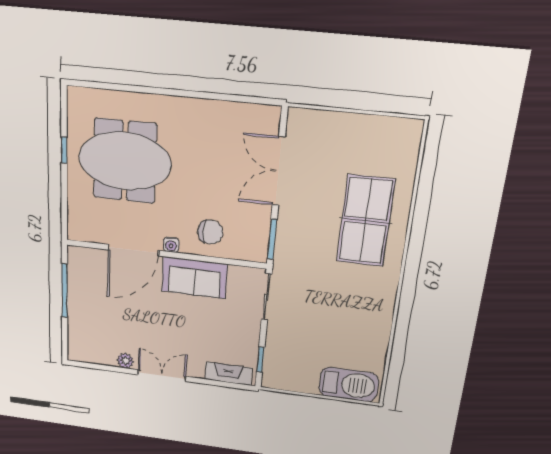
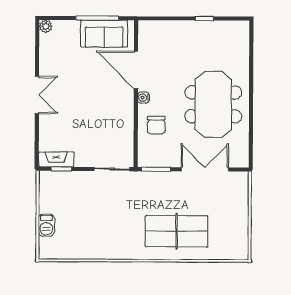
meeting table: (125, 161) -> (213, 104), moved
sofa: (194, 278) -> (104, 34), moved, turned -90
plant: (125, 361) -> (46, 26), moved
fireplace: (228, 374) -> (56, 159), moved, turned -90
barbecue: (349, 384) -> (46, 225), width x0.53, depth x0.65

